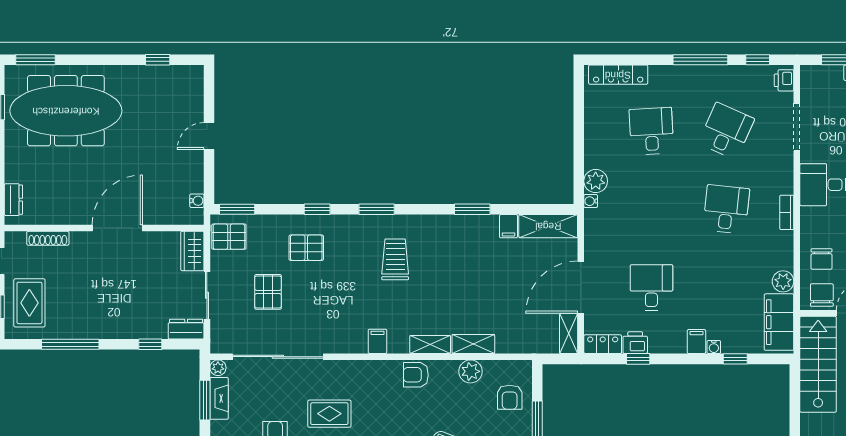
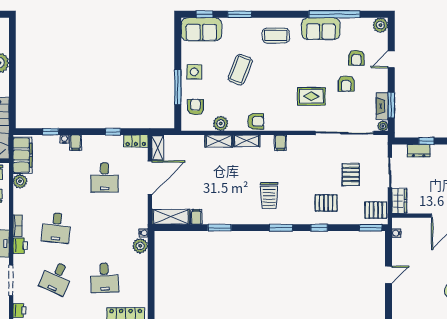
dresser: (186, 329) -> (419, 151), moved
printer: (635, 343) -> (20, 246), moved, turned -90

